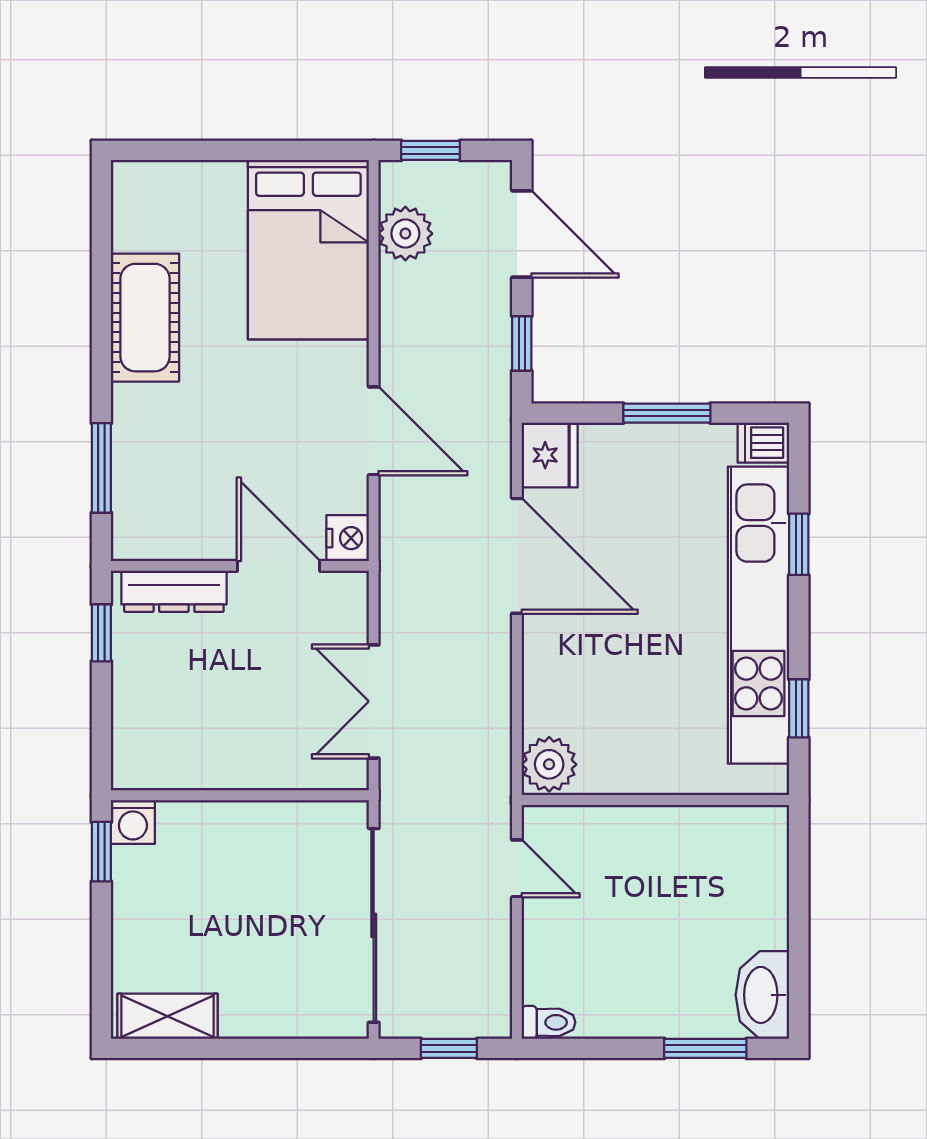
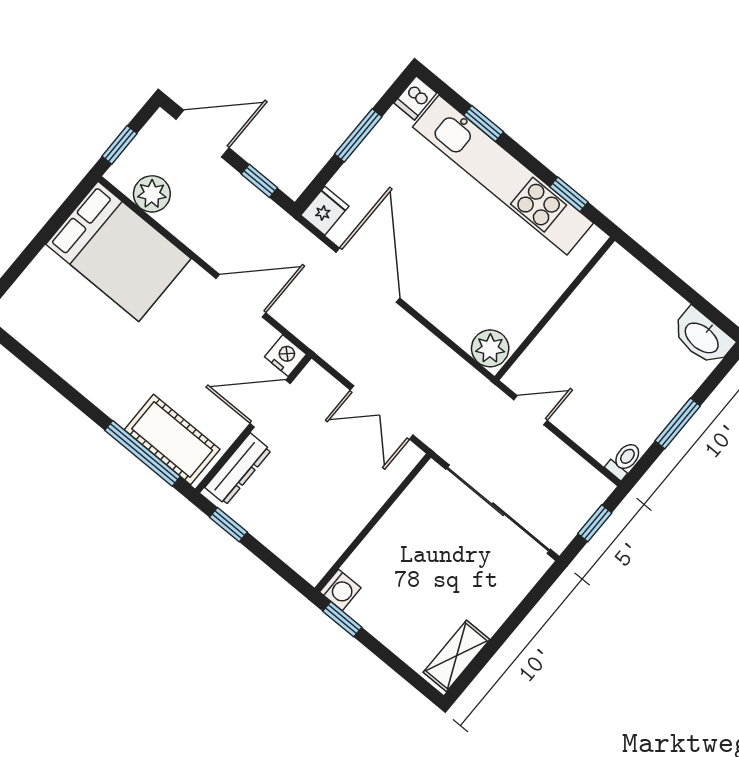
cot: (145, 318) -> (172, 440), moved
fridge: (550, 455) -> (325, 211), width x0.72
window: (101, 468) -> (142, 453), width x1.44
door: (517, 556) -> (368, 275), hinge flipped
window: (705, 1048) -> (678, 423), moved

